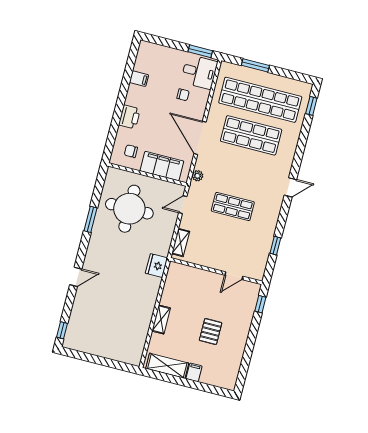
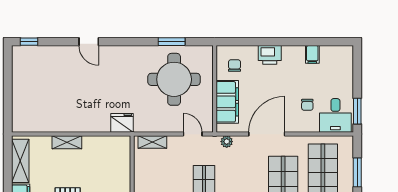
window: (91, 219) -> (172, 42), moved

